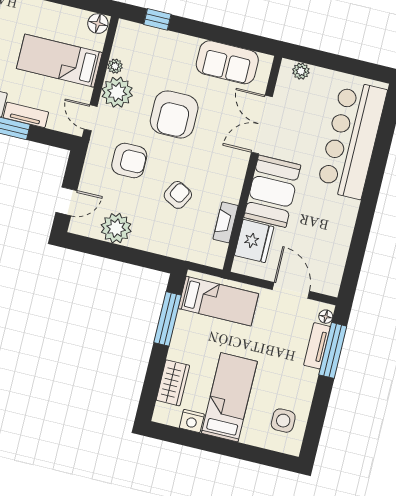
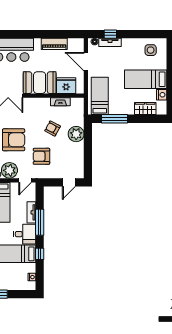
armchair: (129, 160) -> (41, 156), turned -90
door: (66, 201) -> (69, 182), swing flipped
plant: (116, 228) -> (76, 134), moved
piano: (340, 238) -> (54, 44), added
door: (291, 290) -> (86, 62), hinge flipped
window: (333, 350) -> (110, 34), width x0.46

